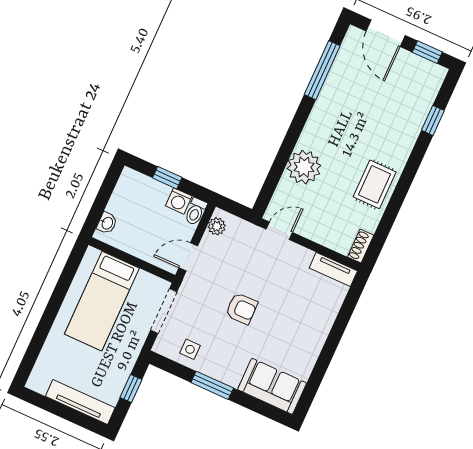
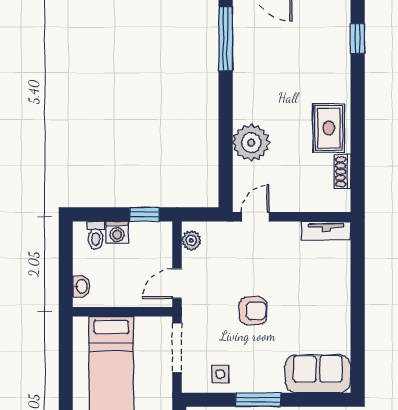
window: (167, 178) -> (144, 214), moved
washing machine: (179, 201) -> (117, 232), moved
toilet: (196, 212) -> (96, 235), moved
shoe rack: (361, 246) -> (343, 172), moved

